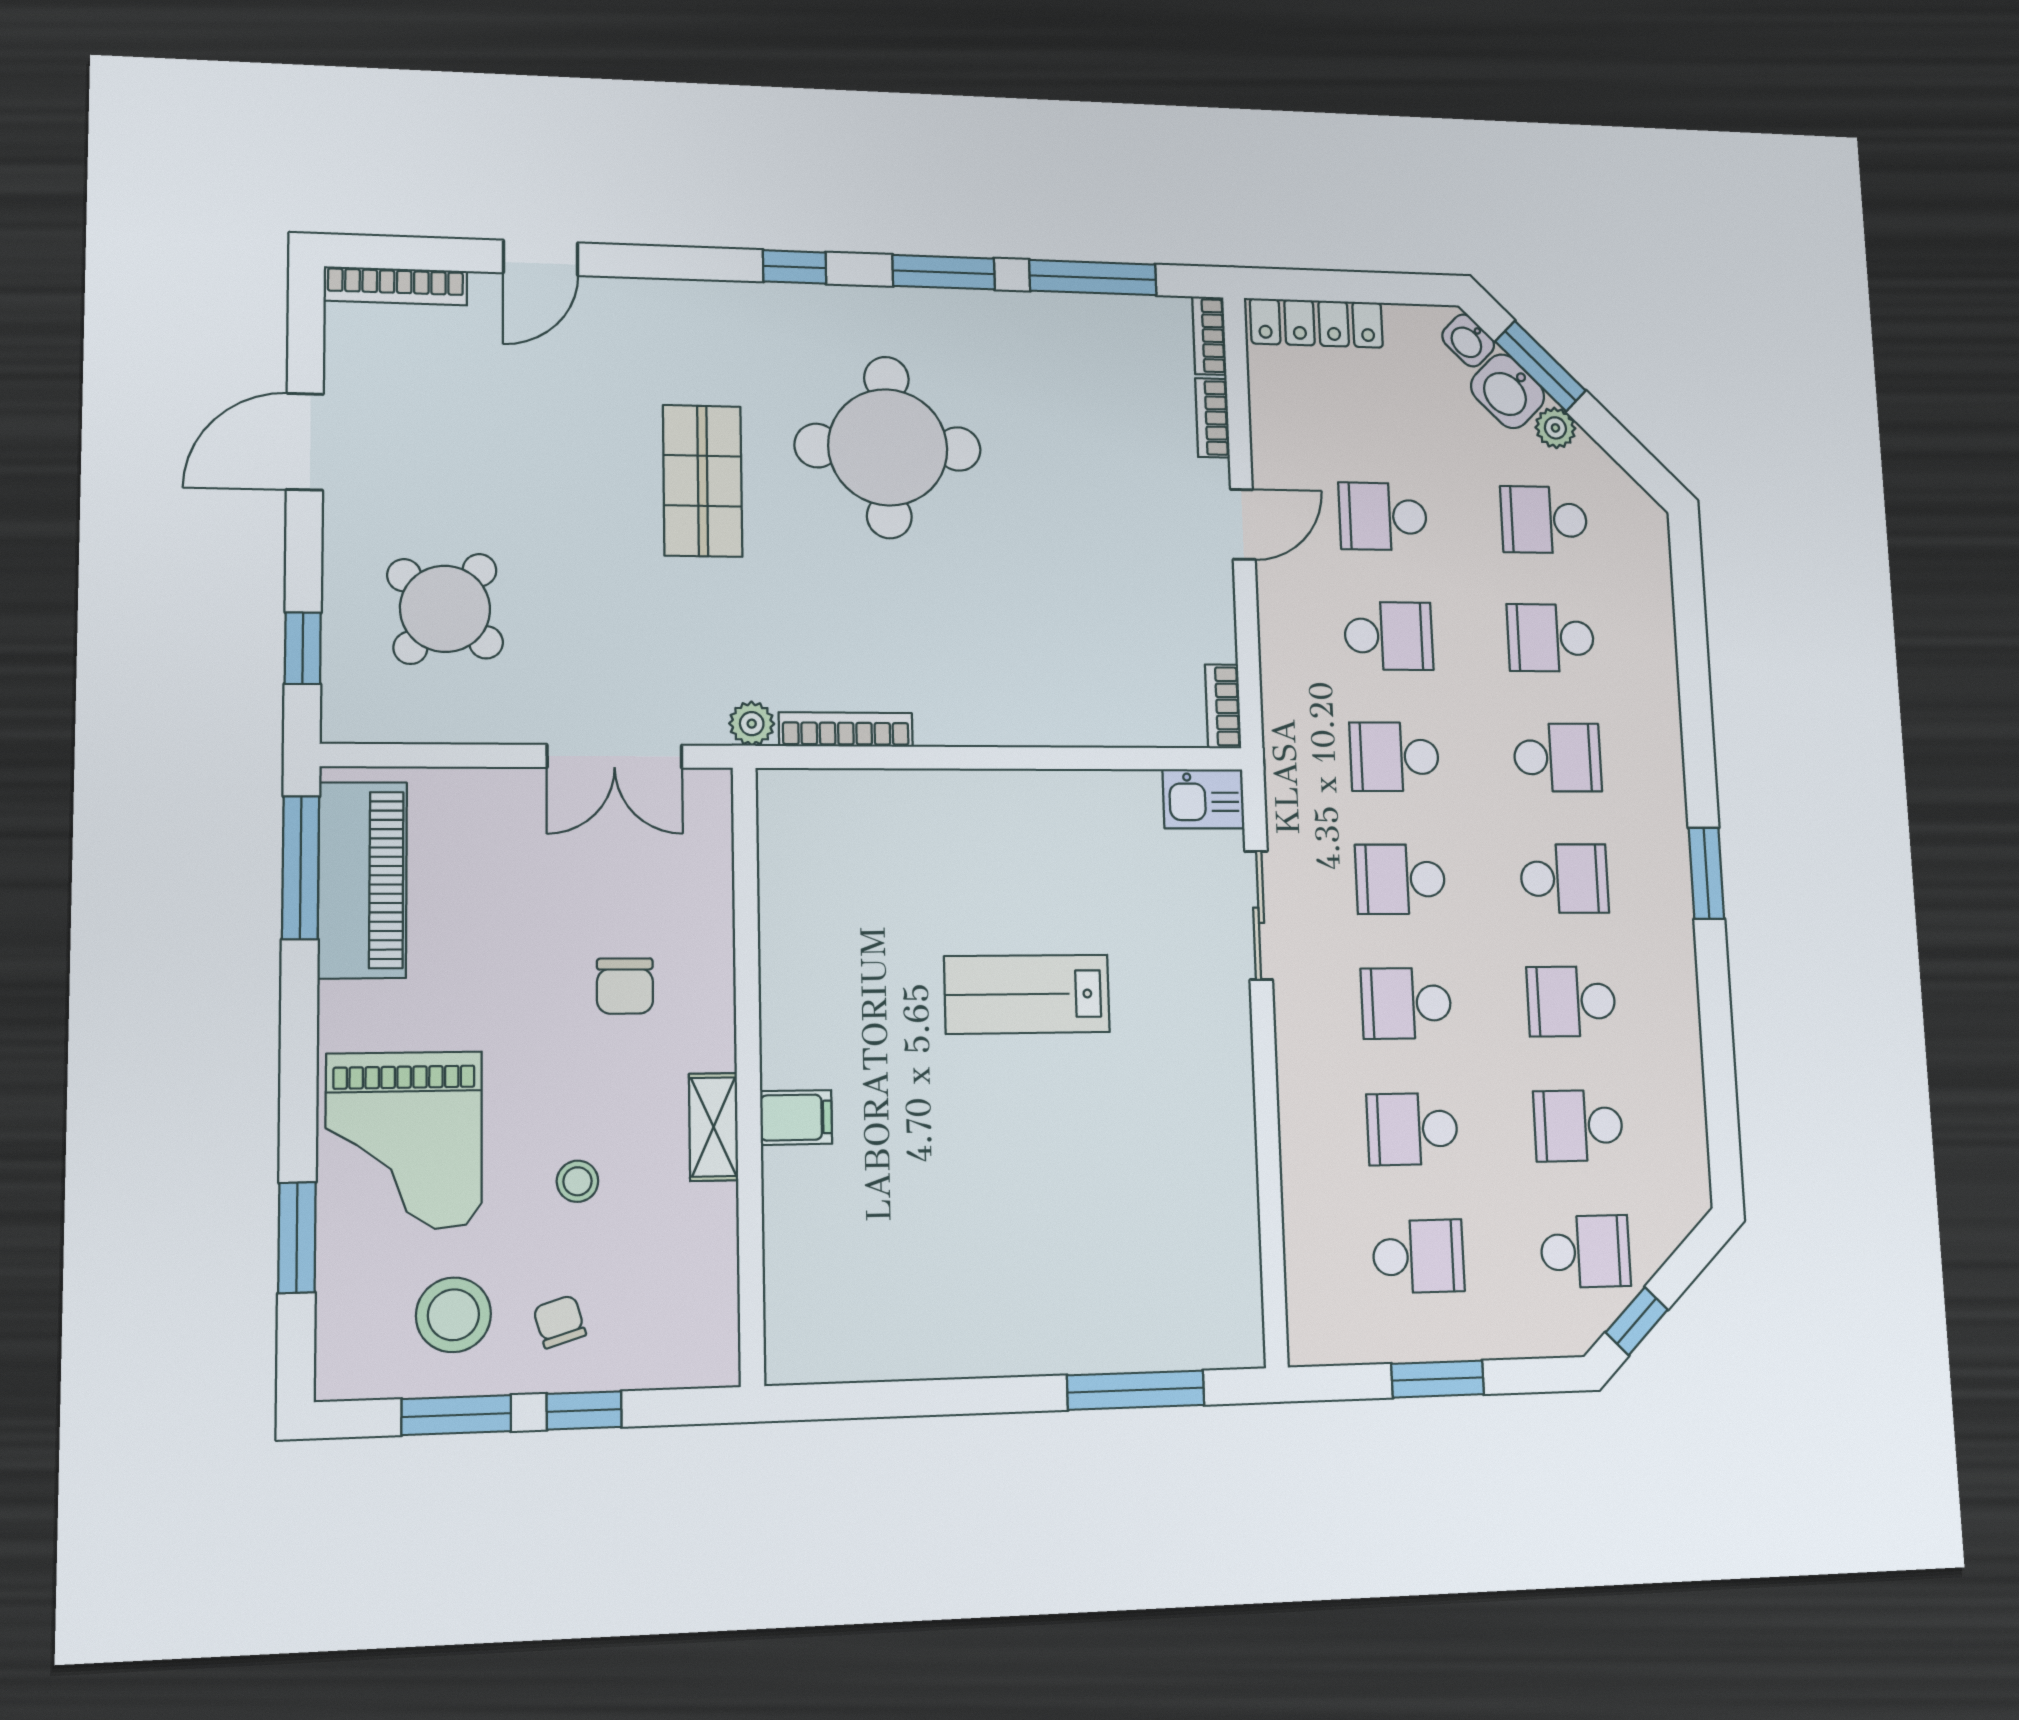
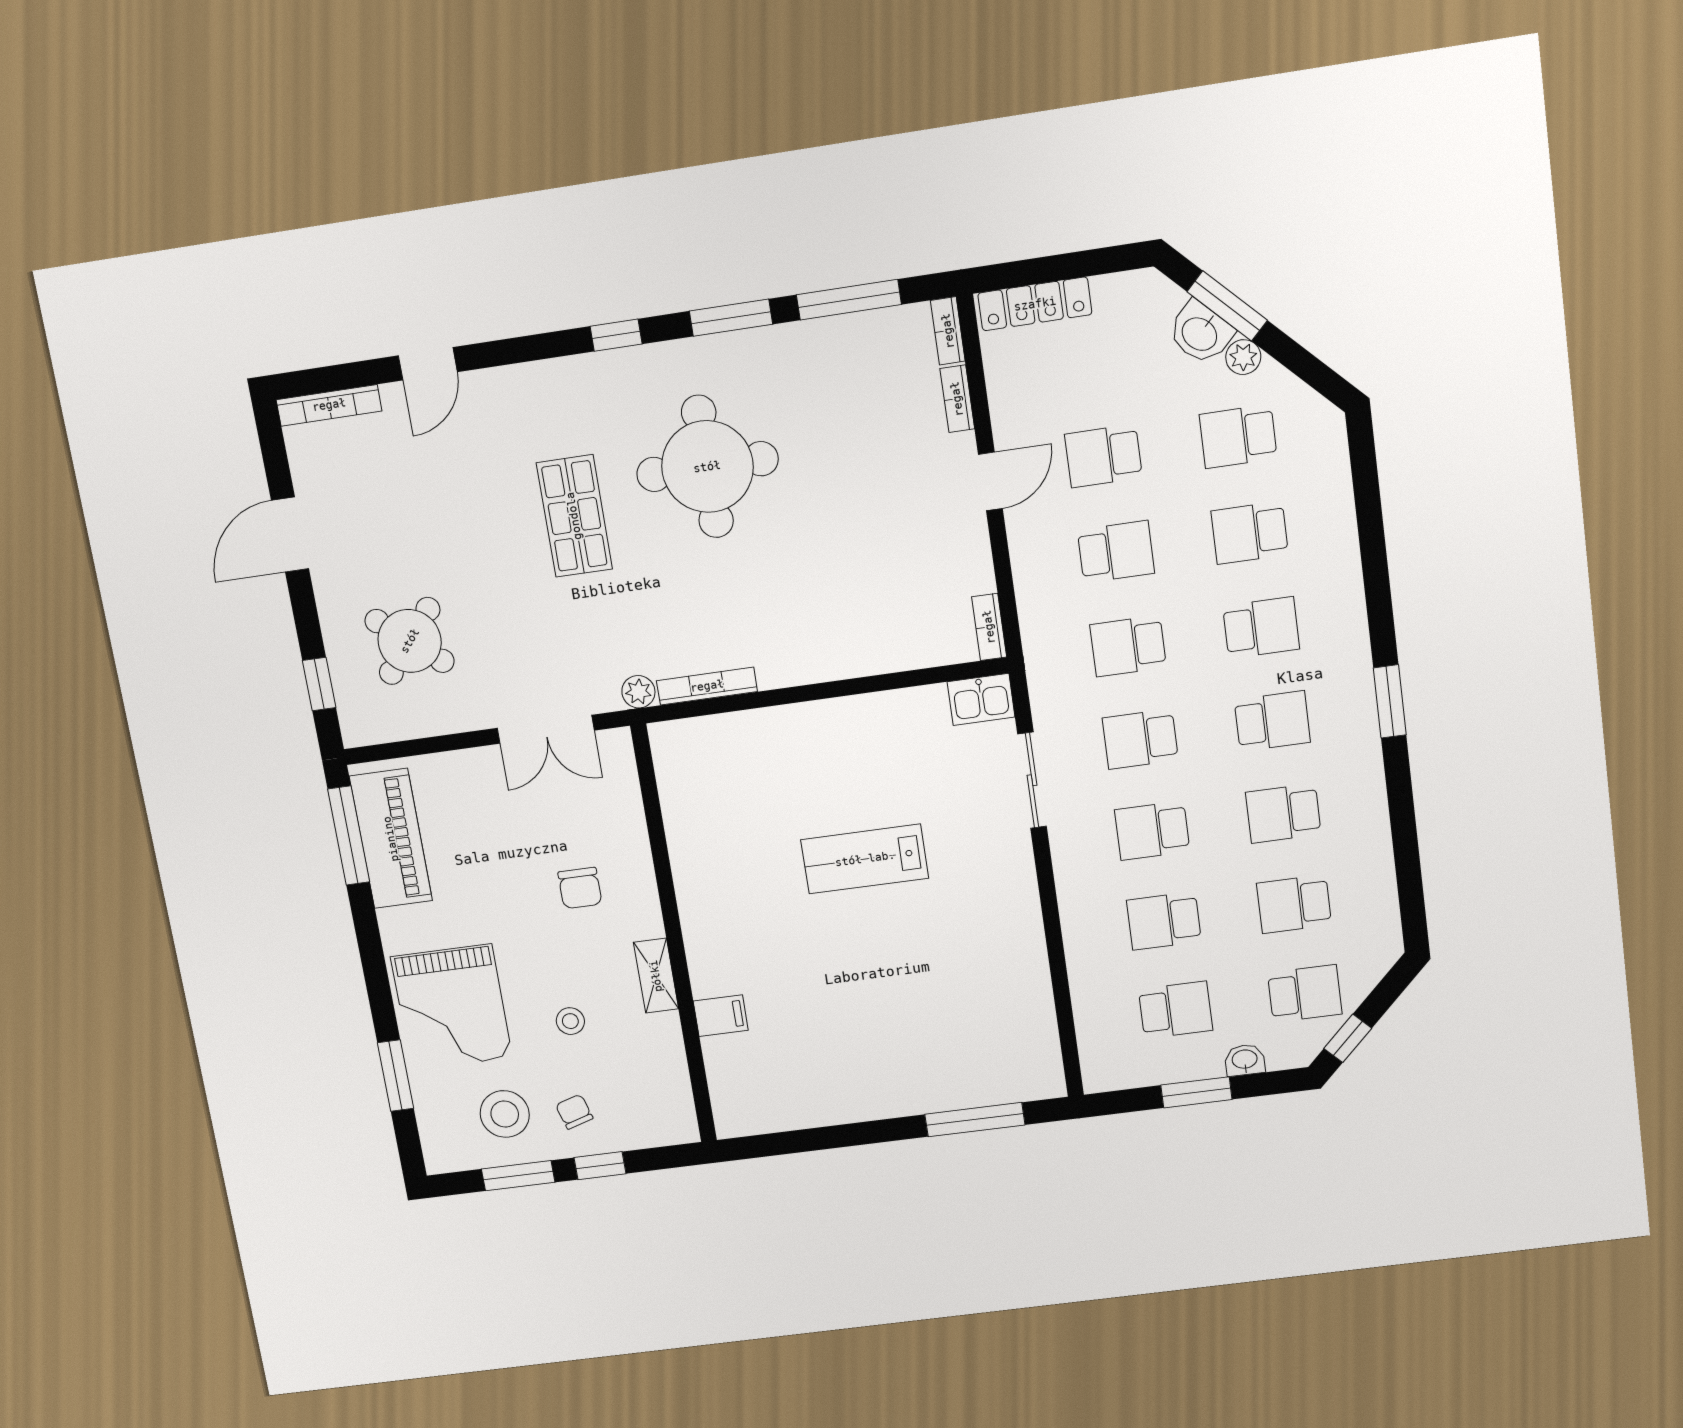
washbasin: (1468, 340) -> (1245, 1060), moved, turned 135
filing cabinet: (796, 1117) -> (721, 1016), moved

